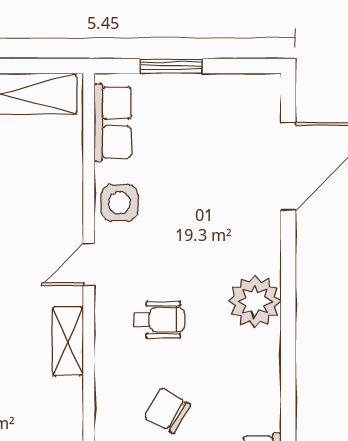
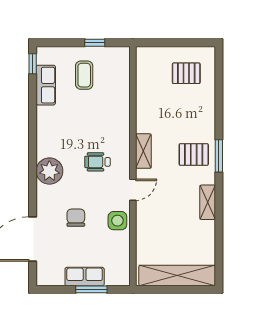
row of seats: (113, 122) -> (85, 277), moved, turned 90
chair: (167, 411) -> (76, 218), moved, turned -120

